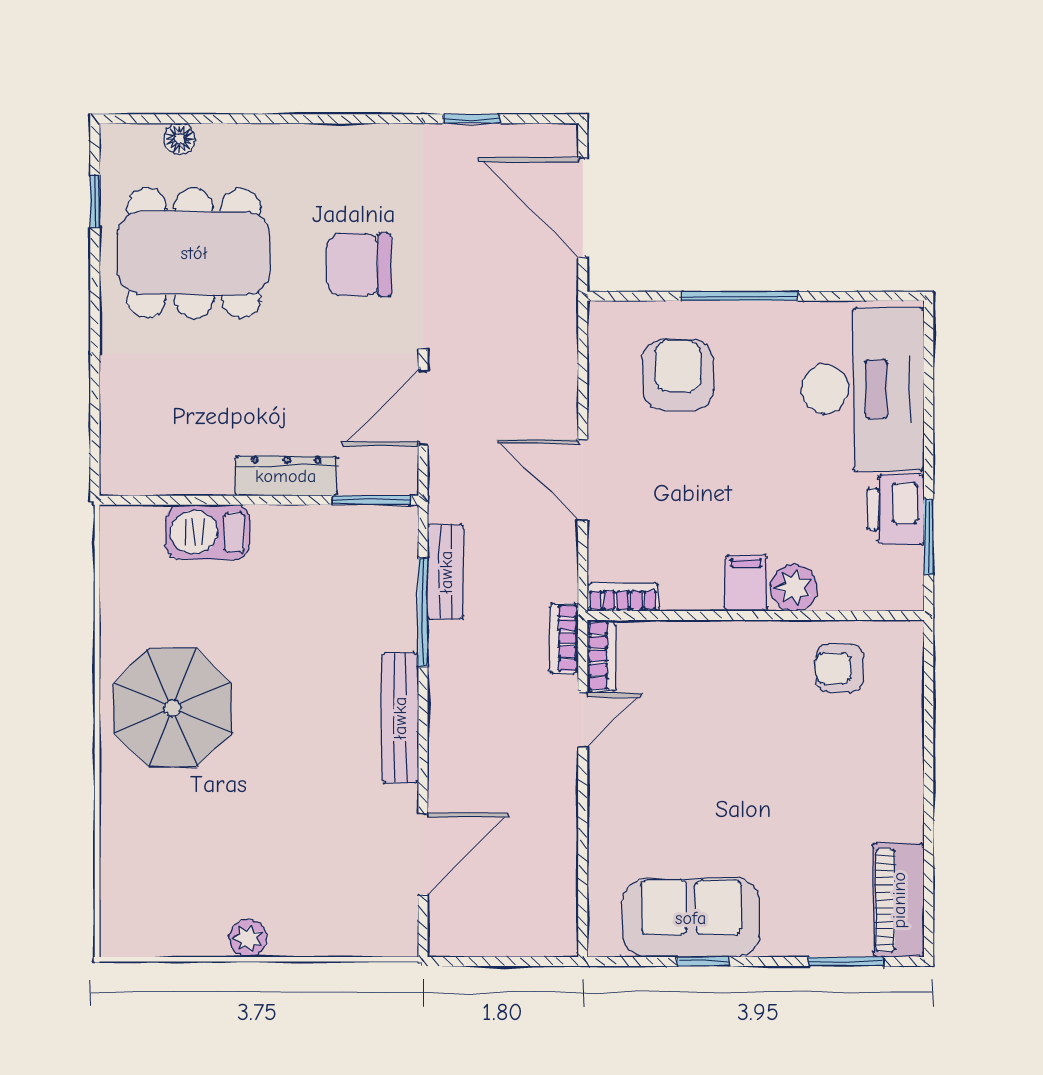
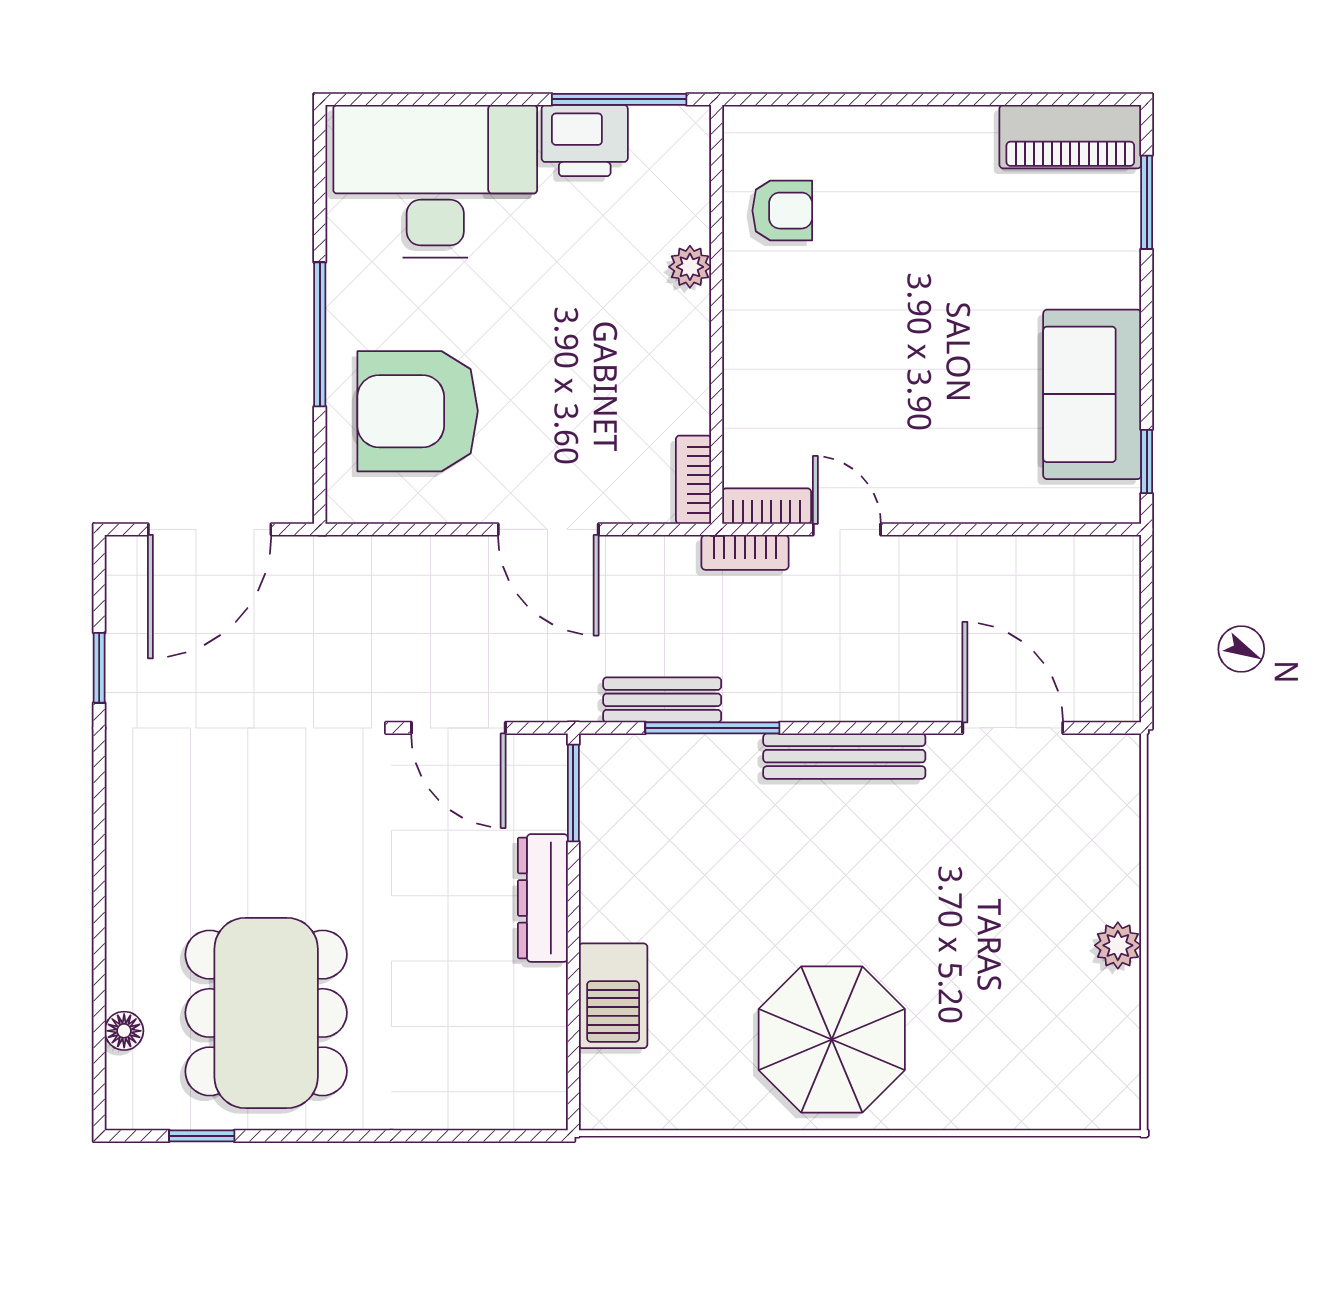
chair: (359, 265) -> (280, 807), removed
armchair: (678, 375) -> (418, 411), width x1.36, depth x1.36
door: (583, 480) -> (548, 529), hinge flipped
window: (929, 537) -> (619, 99), width x1.44
filing cabinet: (746, 583) -> (676, 326), removed
plant: (794, 588) -> (690, 267), width x0.73, depth x0.73
armchair: (839, 668) -> (782, 211), turned -90
window: (703, 961) -> (1147, 461), moved

